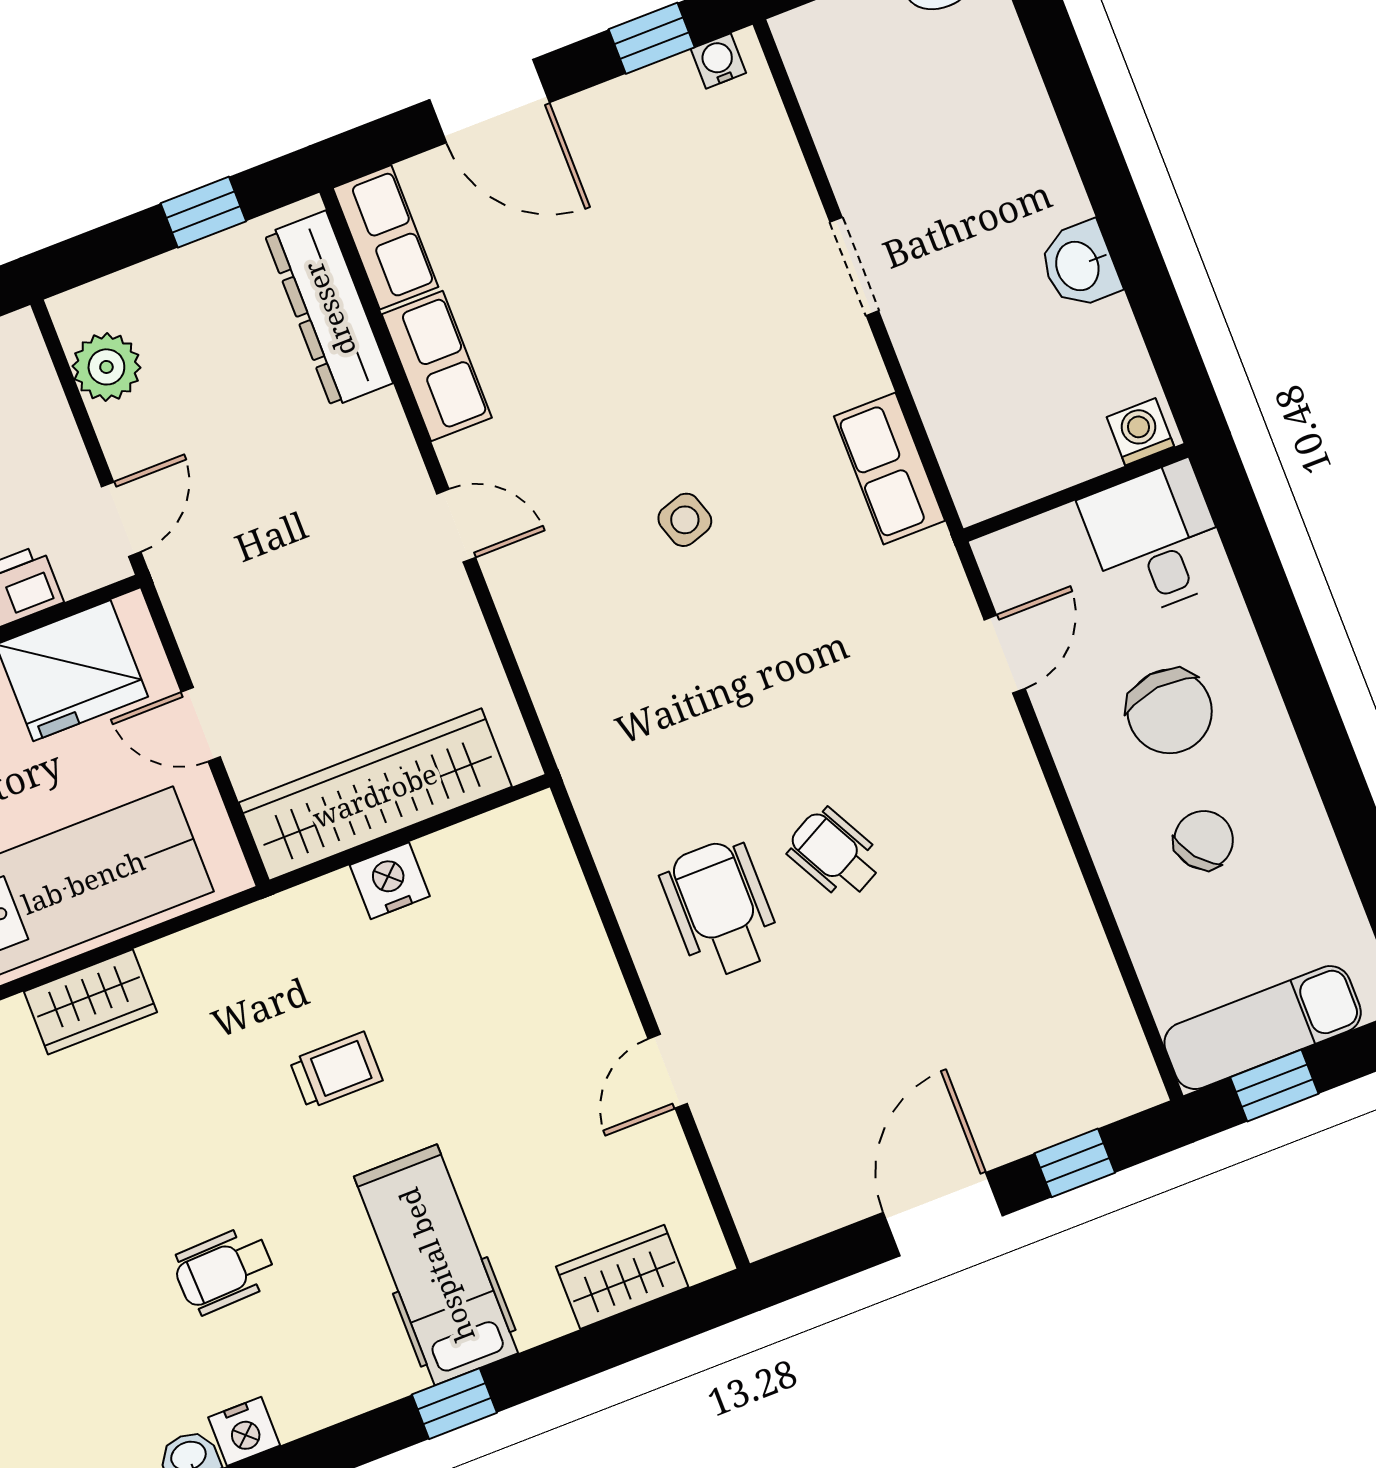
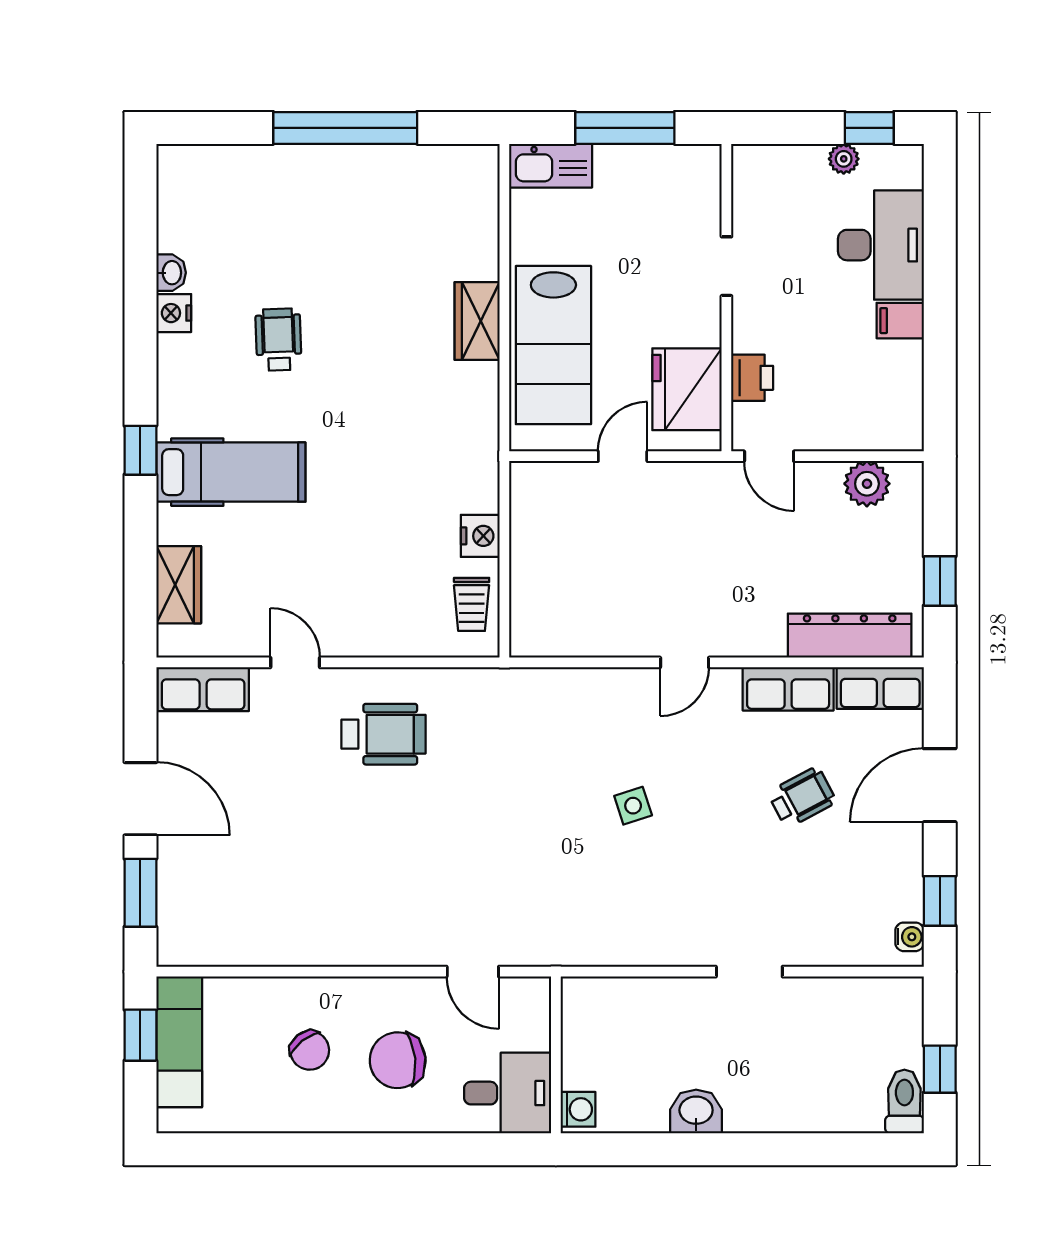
row of seats: (890, 468) -> (203, 689), moved, turned 180
wardrobe: (375, 795) -> (537, 548), removed
wheelchair: (835, 854) -> (802, 797), moved
trolley: (336, 1070) -> (472, 604), moved
window: (1075, 1163) -> (140, 893), width x1.50

